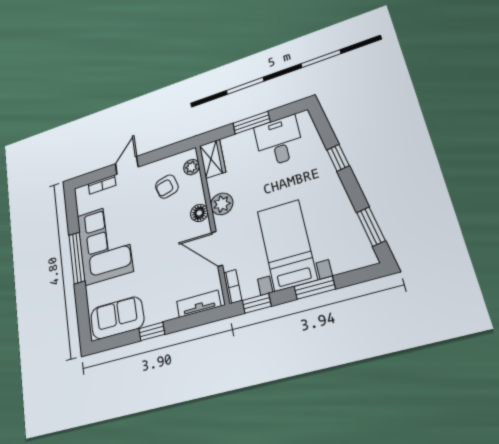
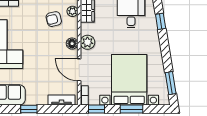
window: (338, 158) -> (161, 21), moved
bed with nightstands: (287, 245) -> (129, 80), width x1.36

